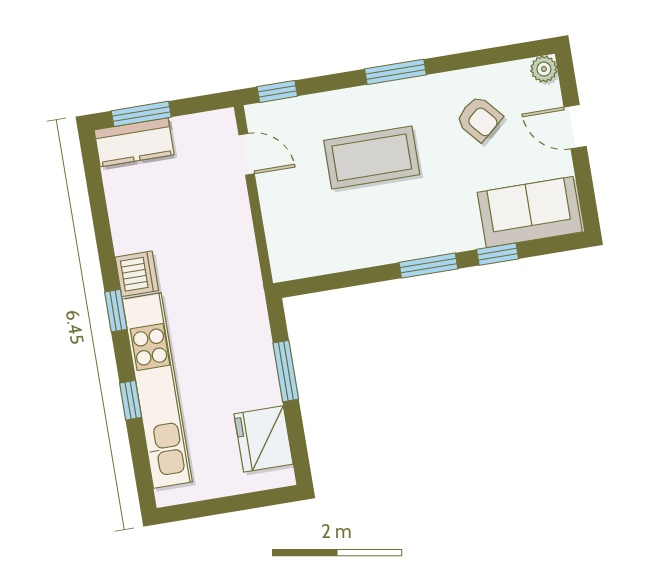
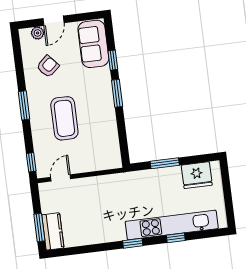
plant: (544, 69) -> (38, 33), moved
dishwasher: (137, 274) -> (116, 233), removed

